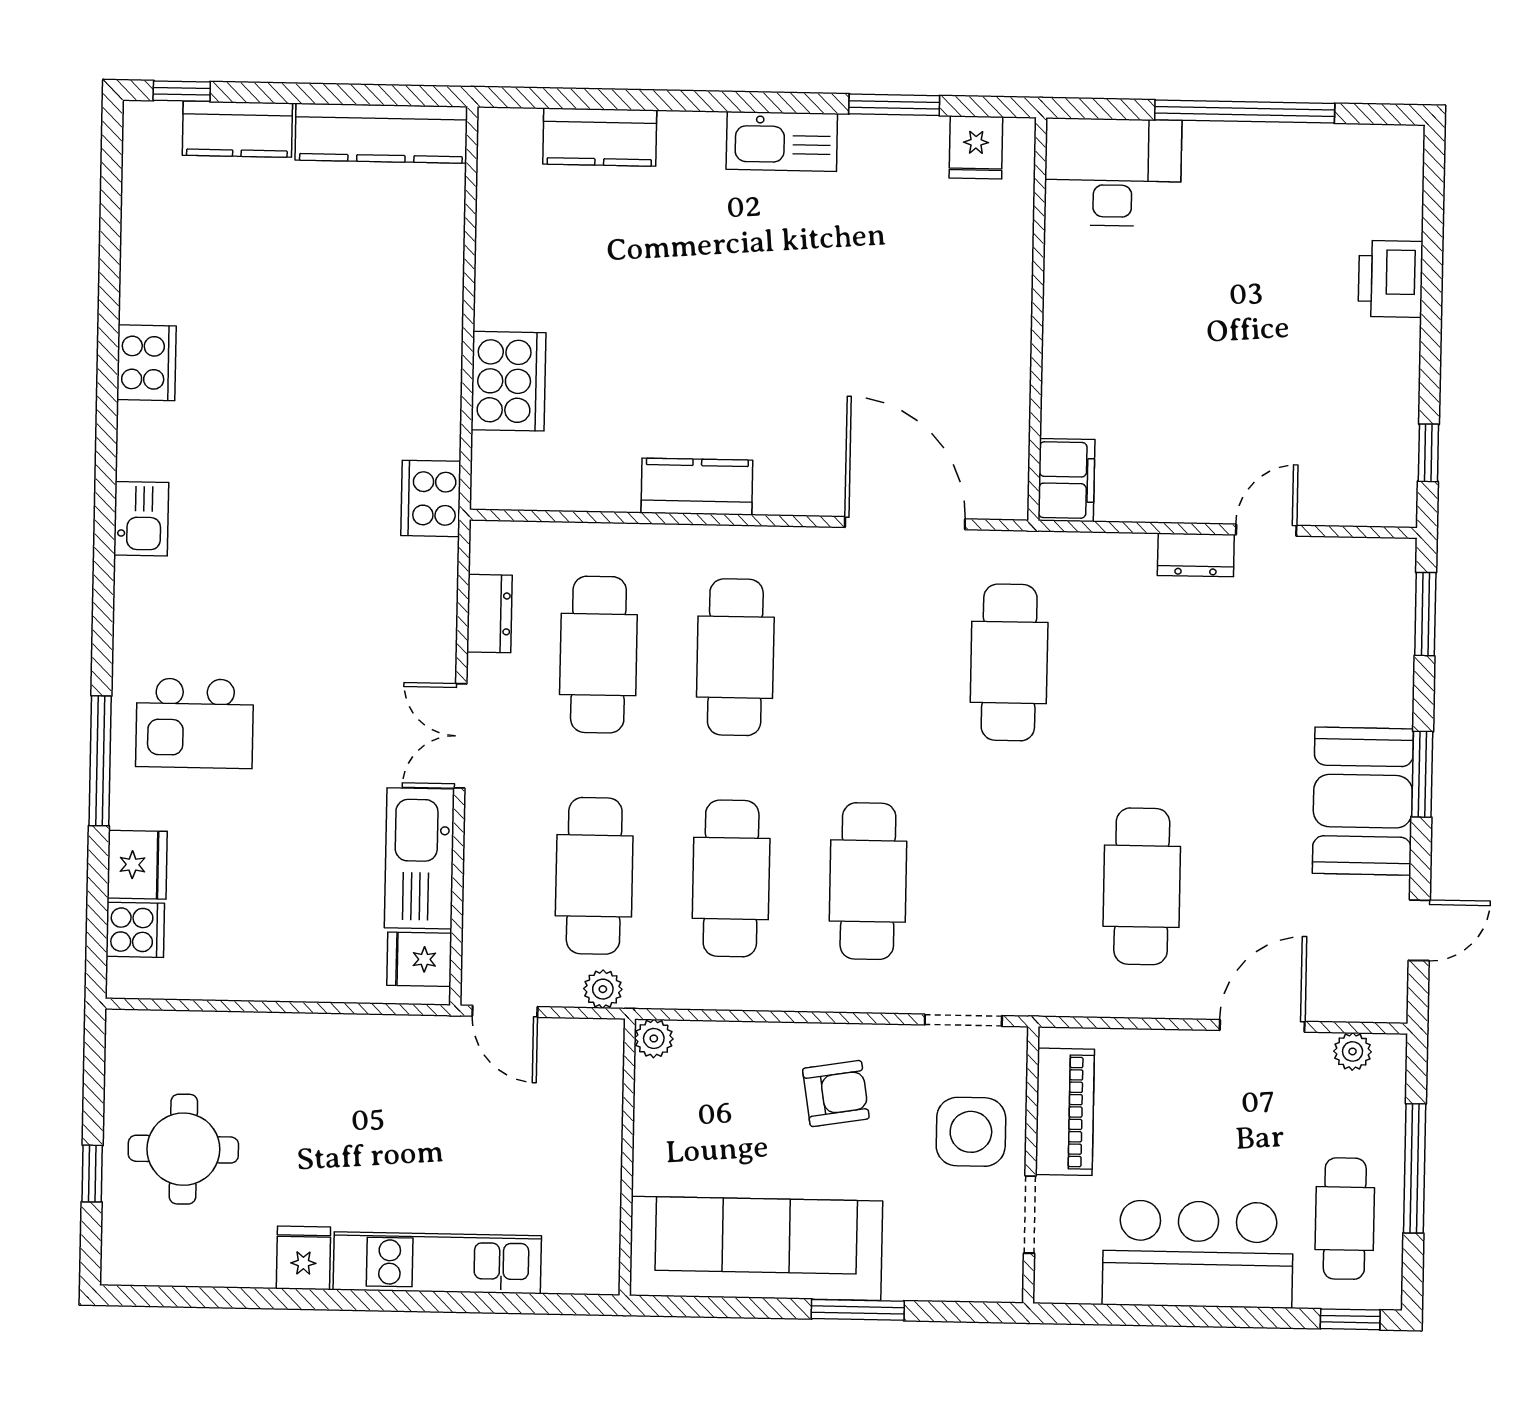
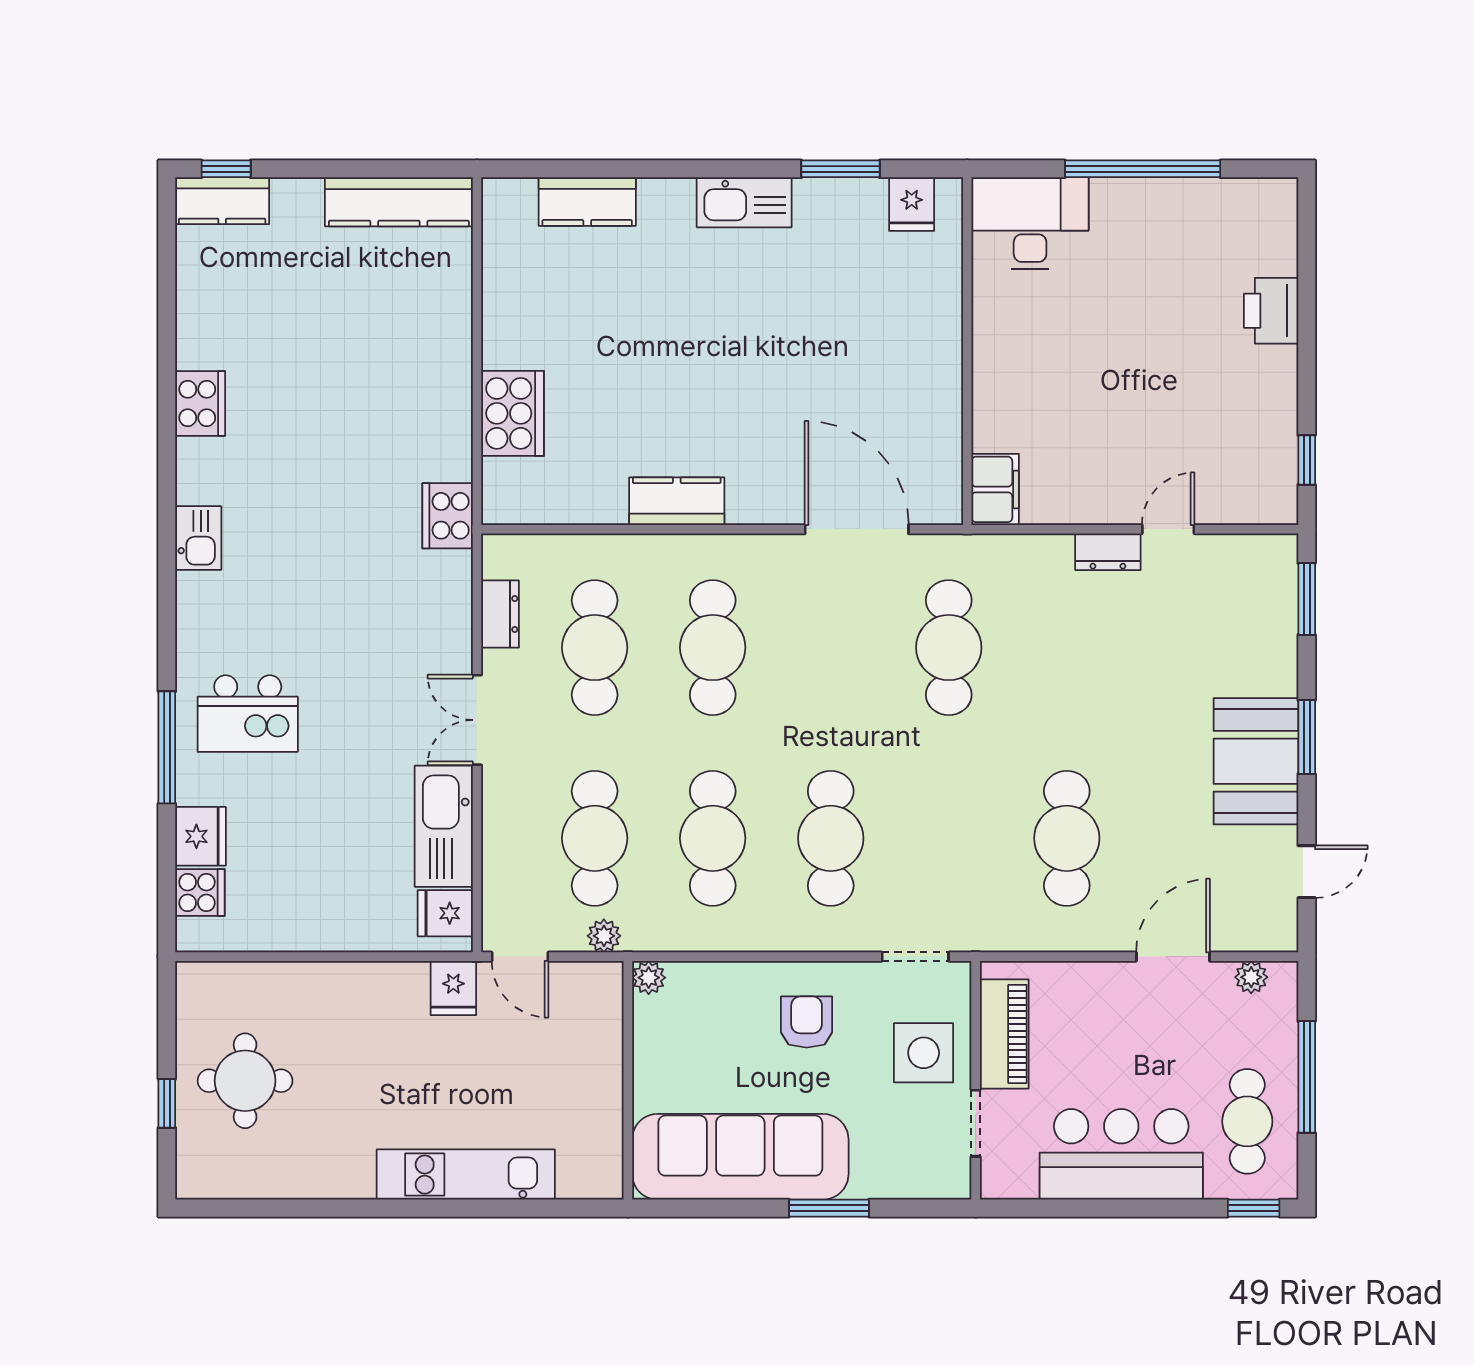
kitchen counter: (237, 129) -> (222, 201), moved
armchair: (836, 1094) -> (807, 1022), turned -81
fridge: (303, 1258) -> (453, 988), moved, turned 180

